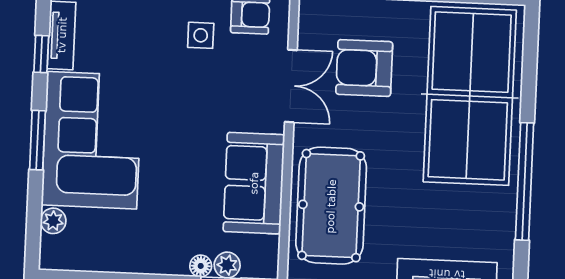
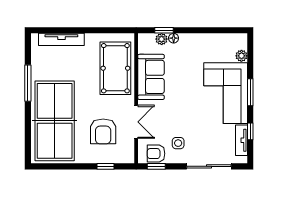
armchair: (364, 68) -> (103, 131), turned 90
double door: (291, 86) -> (136, 122), swing flipped
window: (525, 181) -> (28, 83), width x0.68

